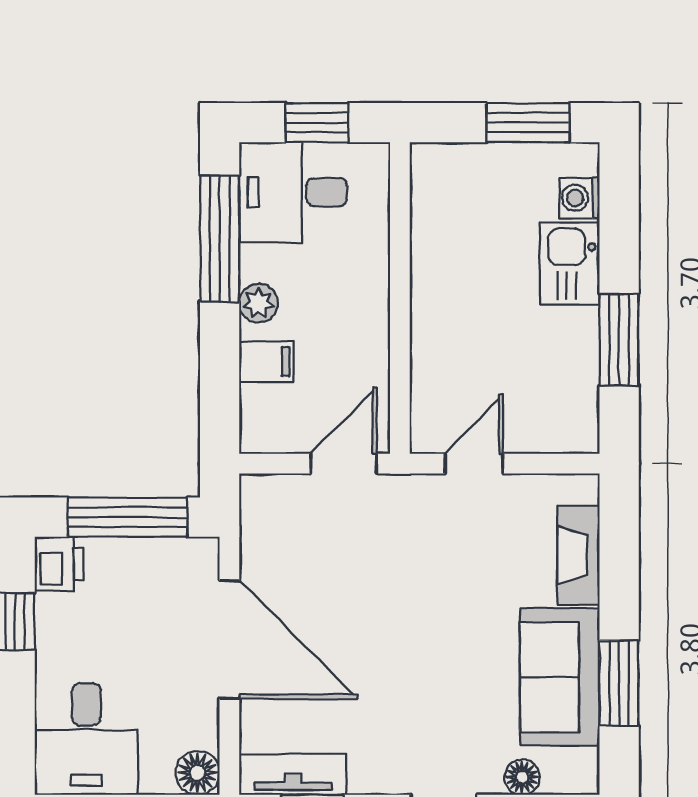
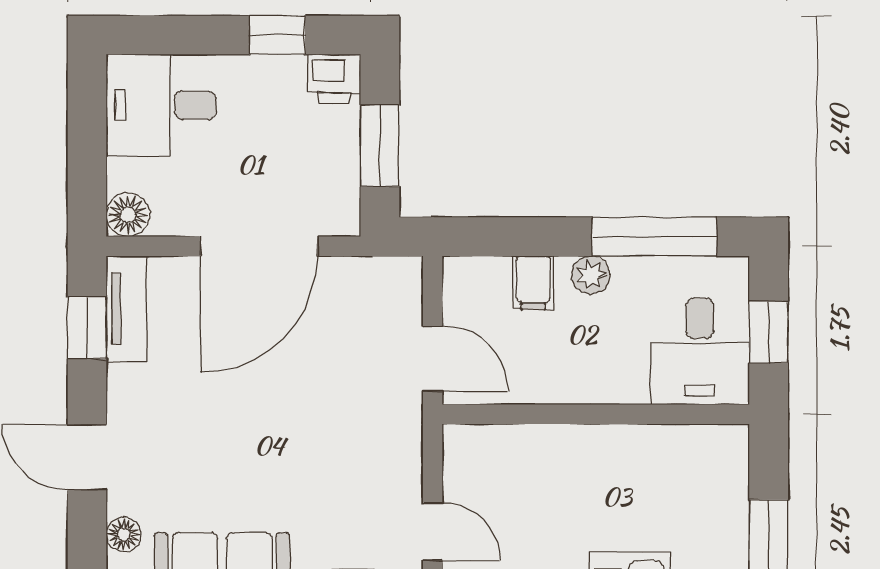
desk: (293, 192) -> (700, 351), moved, turned 180
door: (474, 464) -> (433, 532), moved
window: (128, 517) -> (380, 146), width x0.69

